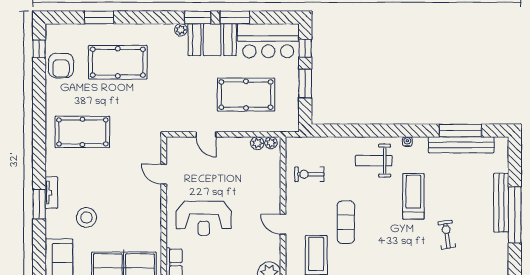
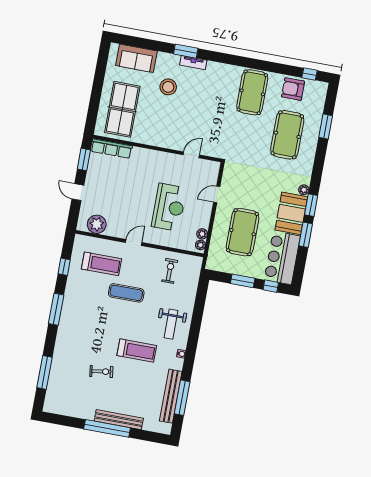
pool table: (82, 132) -> (252, 92), moved
weight bench: (374, 161) -> (171, 324), turned 180
reception desk: (204, 218) -> (169, 207), moved, turned 180

